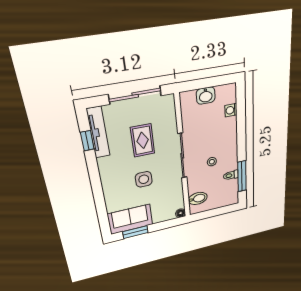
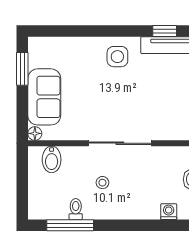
rug: (143, 140) -> (151, 95), removed
side table: (144, 179) -> (117, 57), moved
sofa: (130, 219) -> (44, 97), moved

